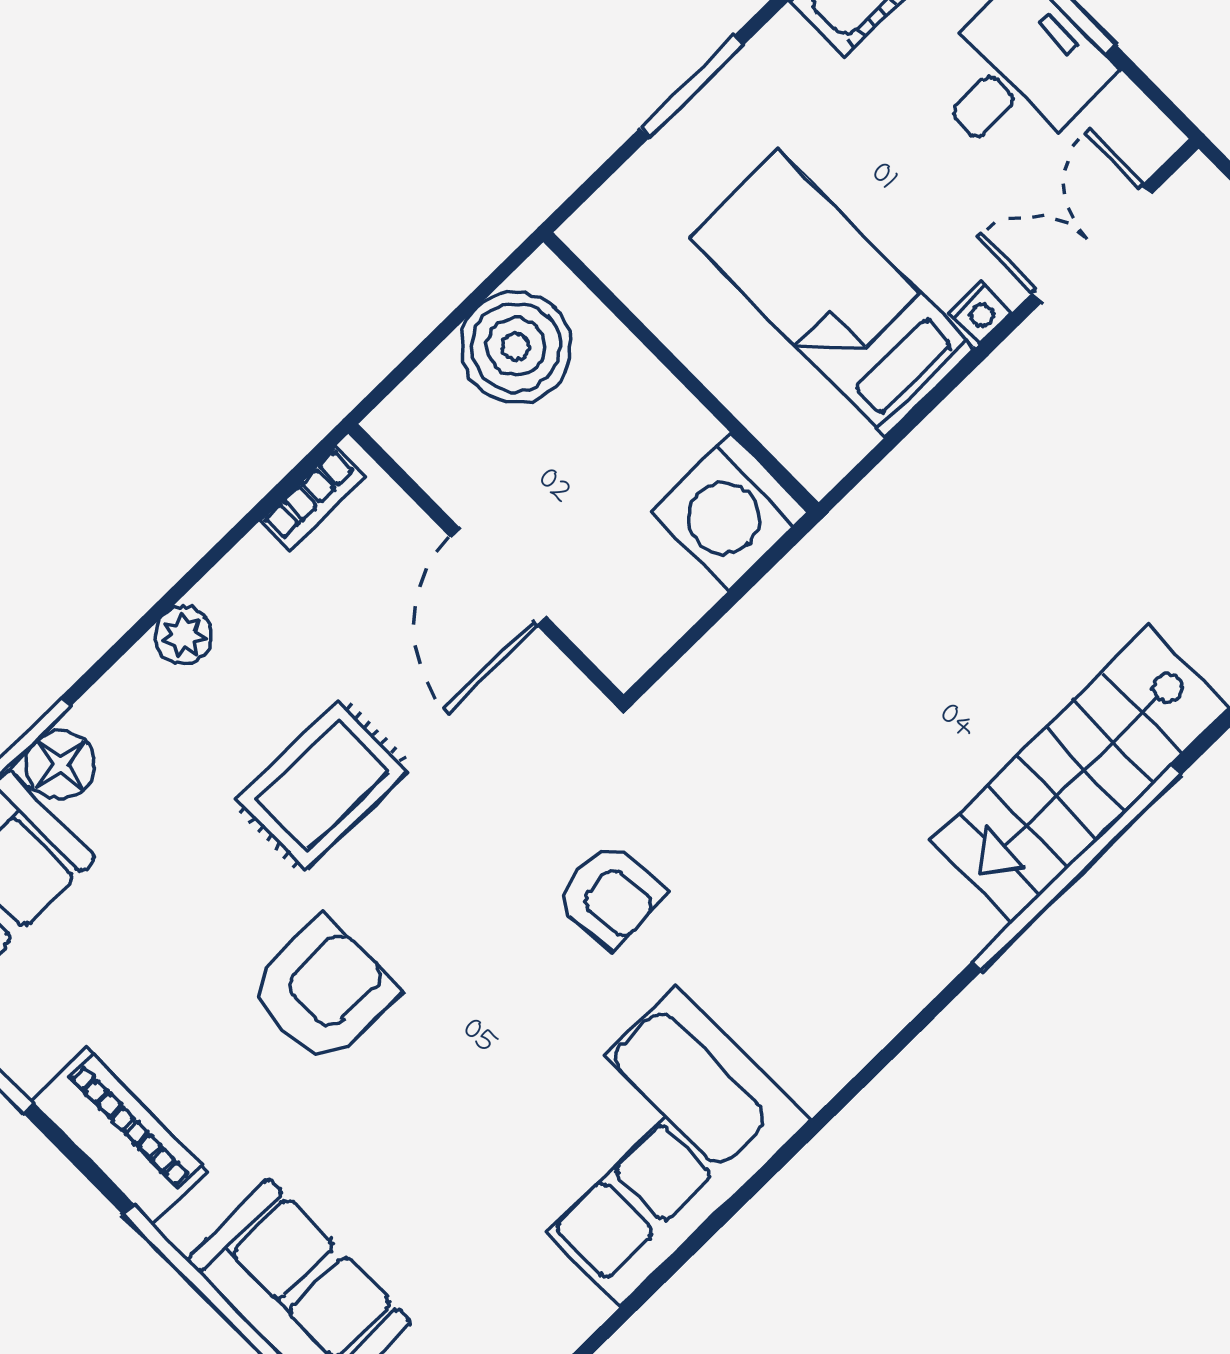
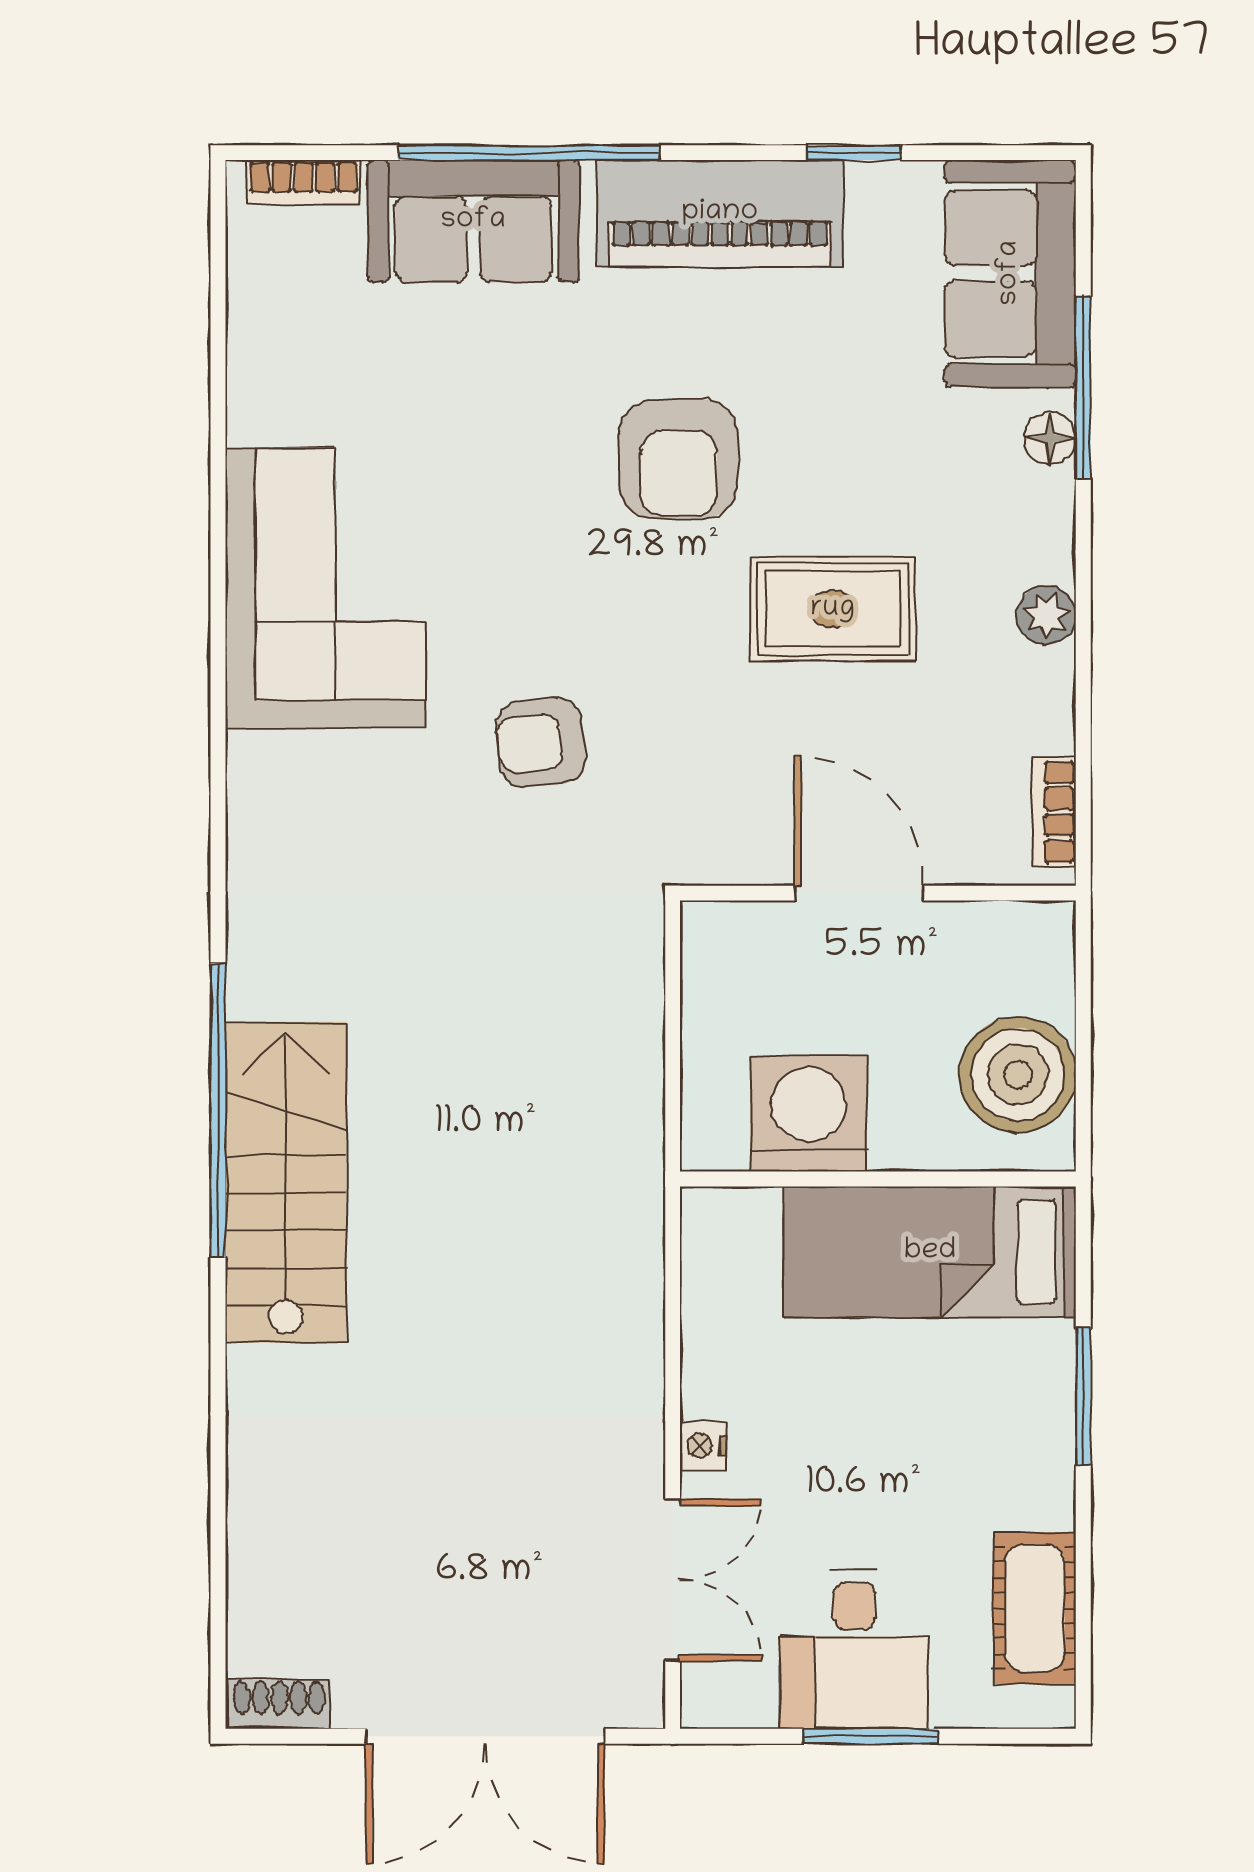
bed: (832, 293) -> (930, 1252), moved, turned 180
washing machine: (730, 512) -> (809, 1114), moved
floor lamp: (60, 765) -> (1050, 438), width x0.73, depth x0.73
rug: (322, 785) -> (833, 609), turned 90
piano: (119, 1136) -> (720, 213), width x1.37, depth x1.33

